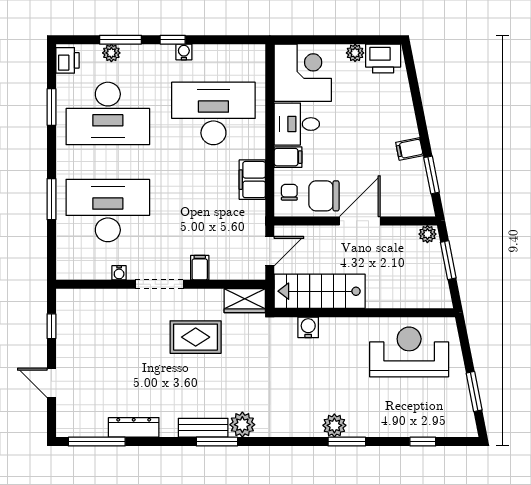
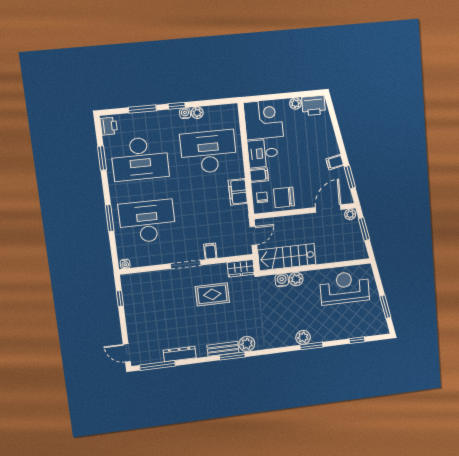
plant: (111, 53) -> (197, 113), moved
door: (360, 221) -> (328, 209), moved
water cooler: (119, 273) -> (125, 264), moved
plant: (331, 328) -> (296, 279), added
door: (51, 383) -> (127, 353), moved

